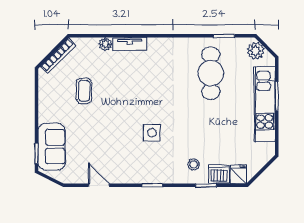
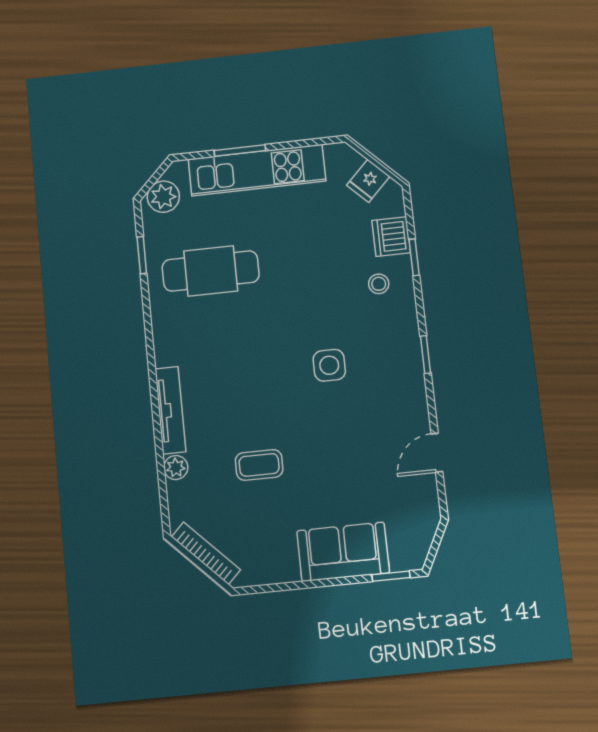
tv unit: (130, 44) -> (170, 410), width x1.41
coffee table: (84, 91) -> (259, 465), moved
sofa: (52, 147) -> (343, 552), moved
fridge: (238, 174) -> (368, 181), moved, turned -45

